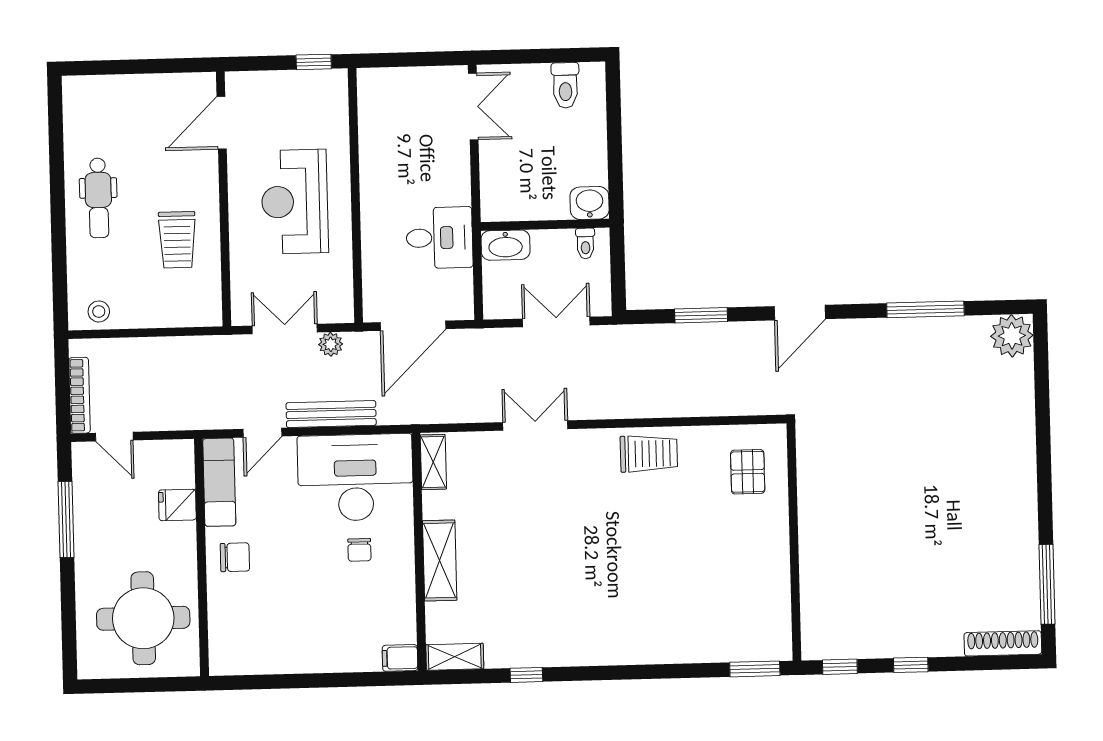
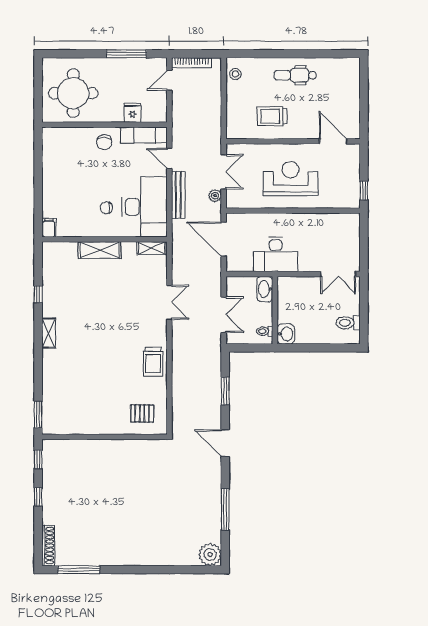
desk: (439, 238) -> (276, 254), width x1.37
shelving: (455, 657) -> (49, 333), moved

